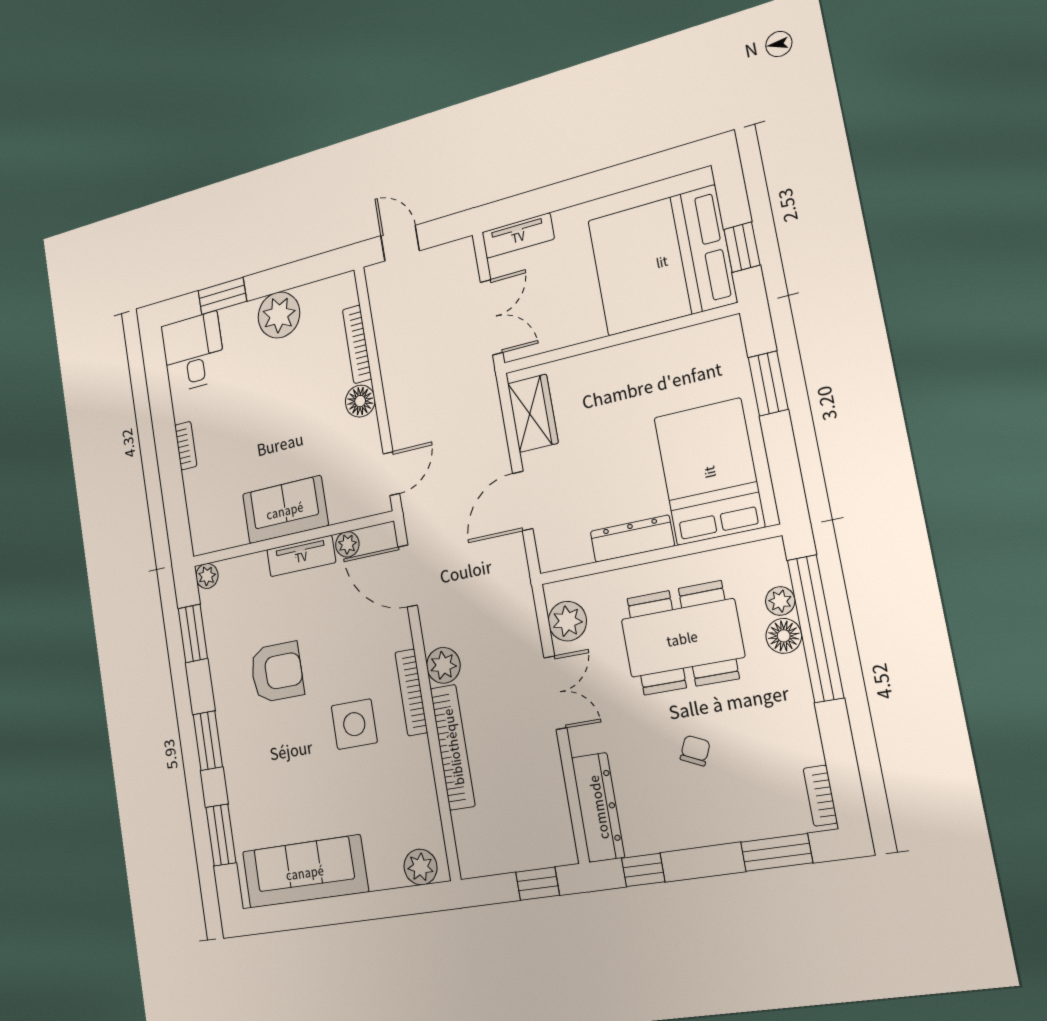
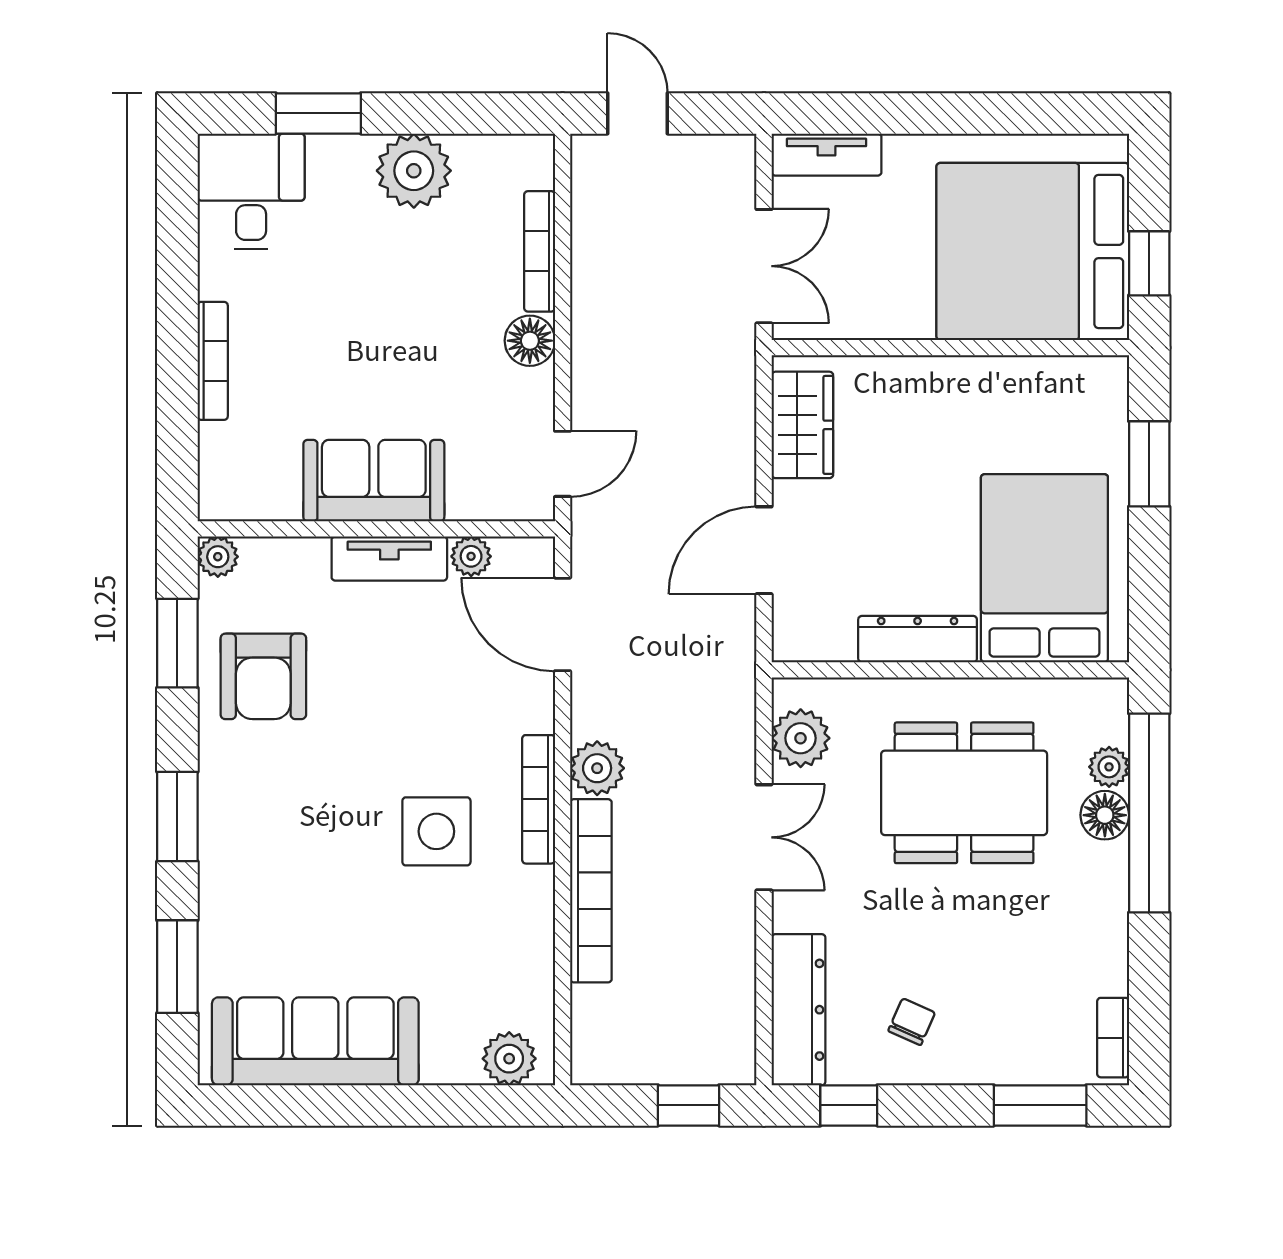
bookcase: (186, 446) -> (213, 361), width x1.56
armchair: (277, 672) -> (263, 676), moved, turned 90
chair: (695, 751) -> (912, 1022), moved

